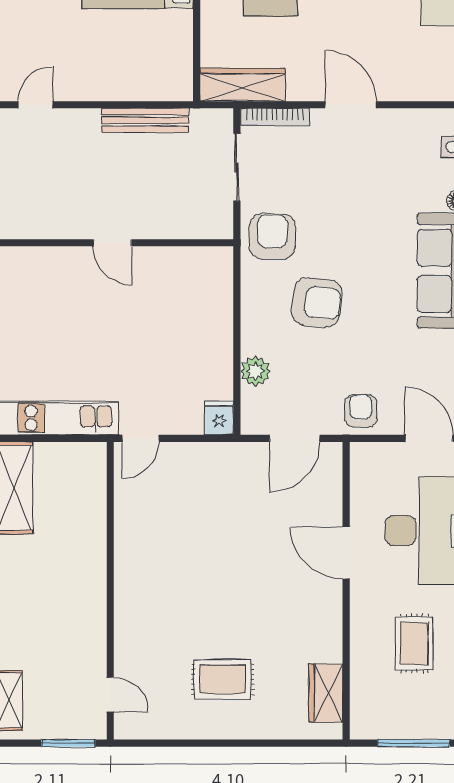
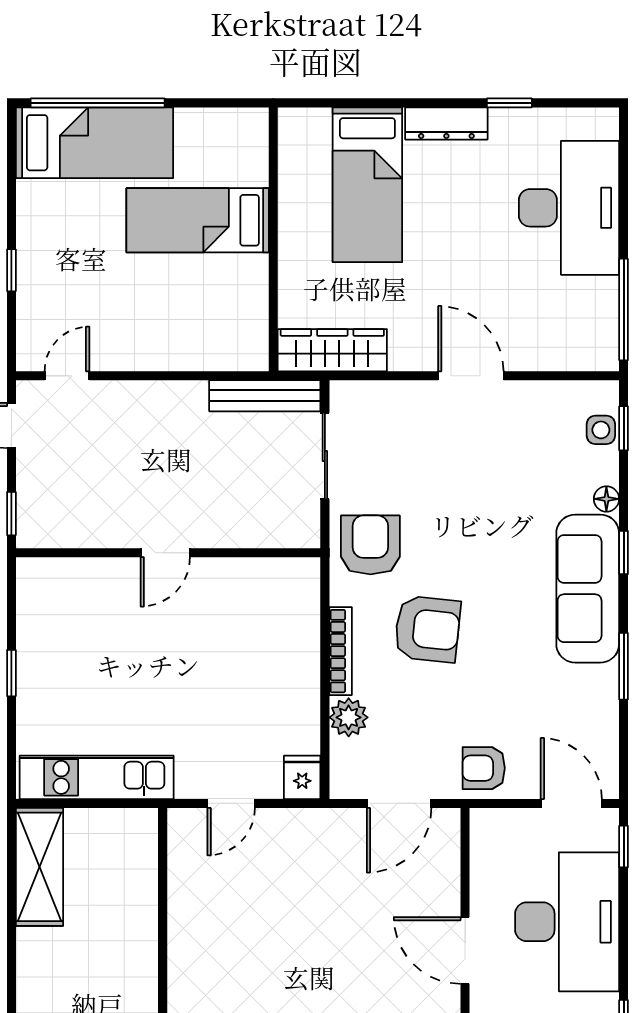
bookcase: (275, 117) -> (341, 651), moved, turned -90
bench: (145, 120) -> (265, 396), moved
door: (112, 243) -> (165, 553), hinge flipped
armchair: (361, 411) -> (484, 768), turned -90
door: (140, 438) -> (231, 803), moved

